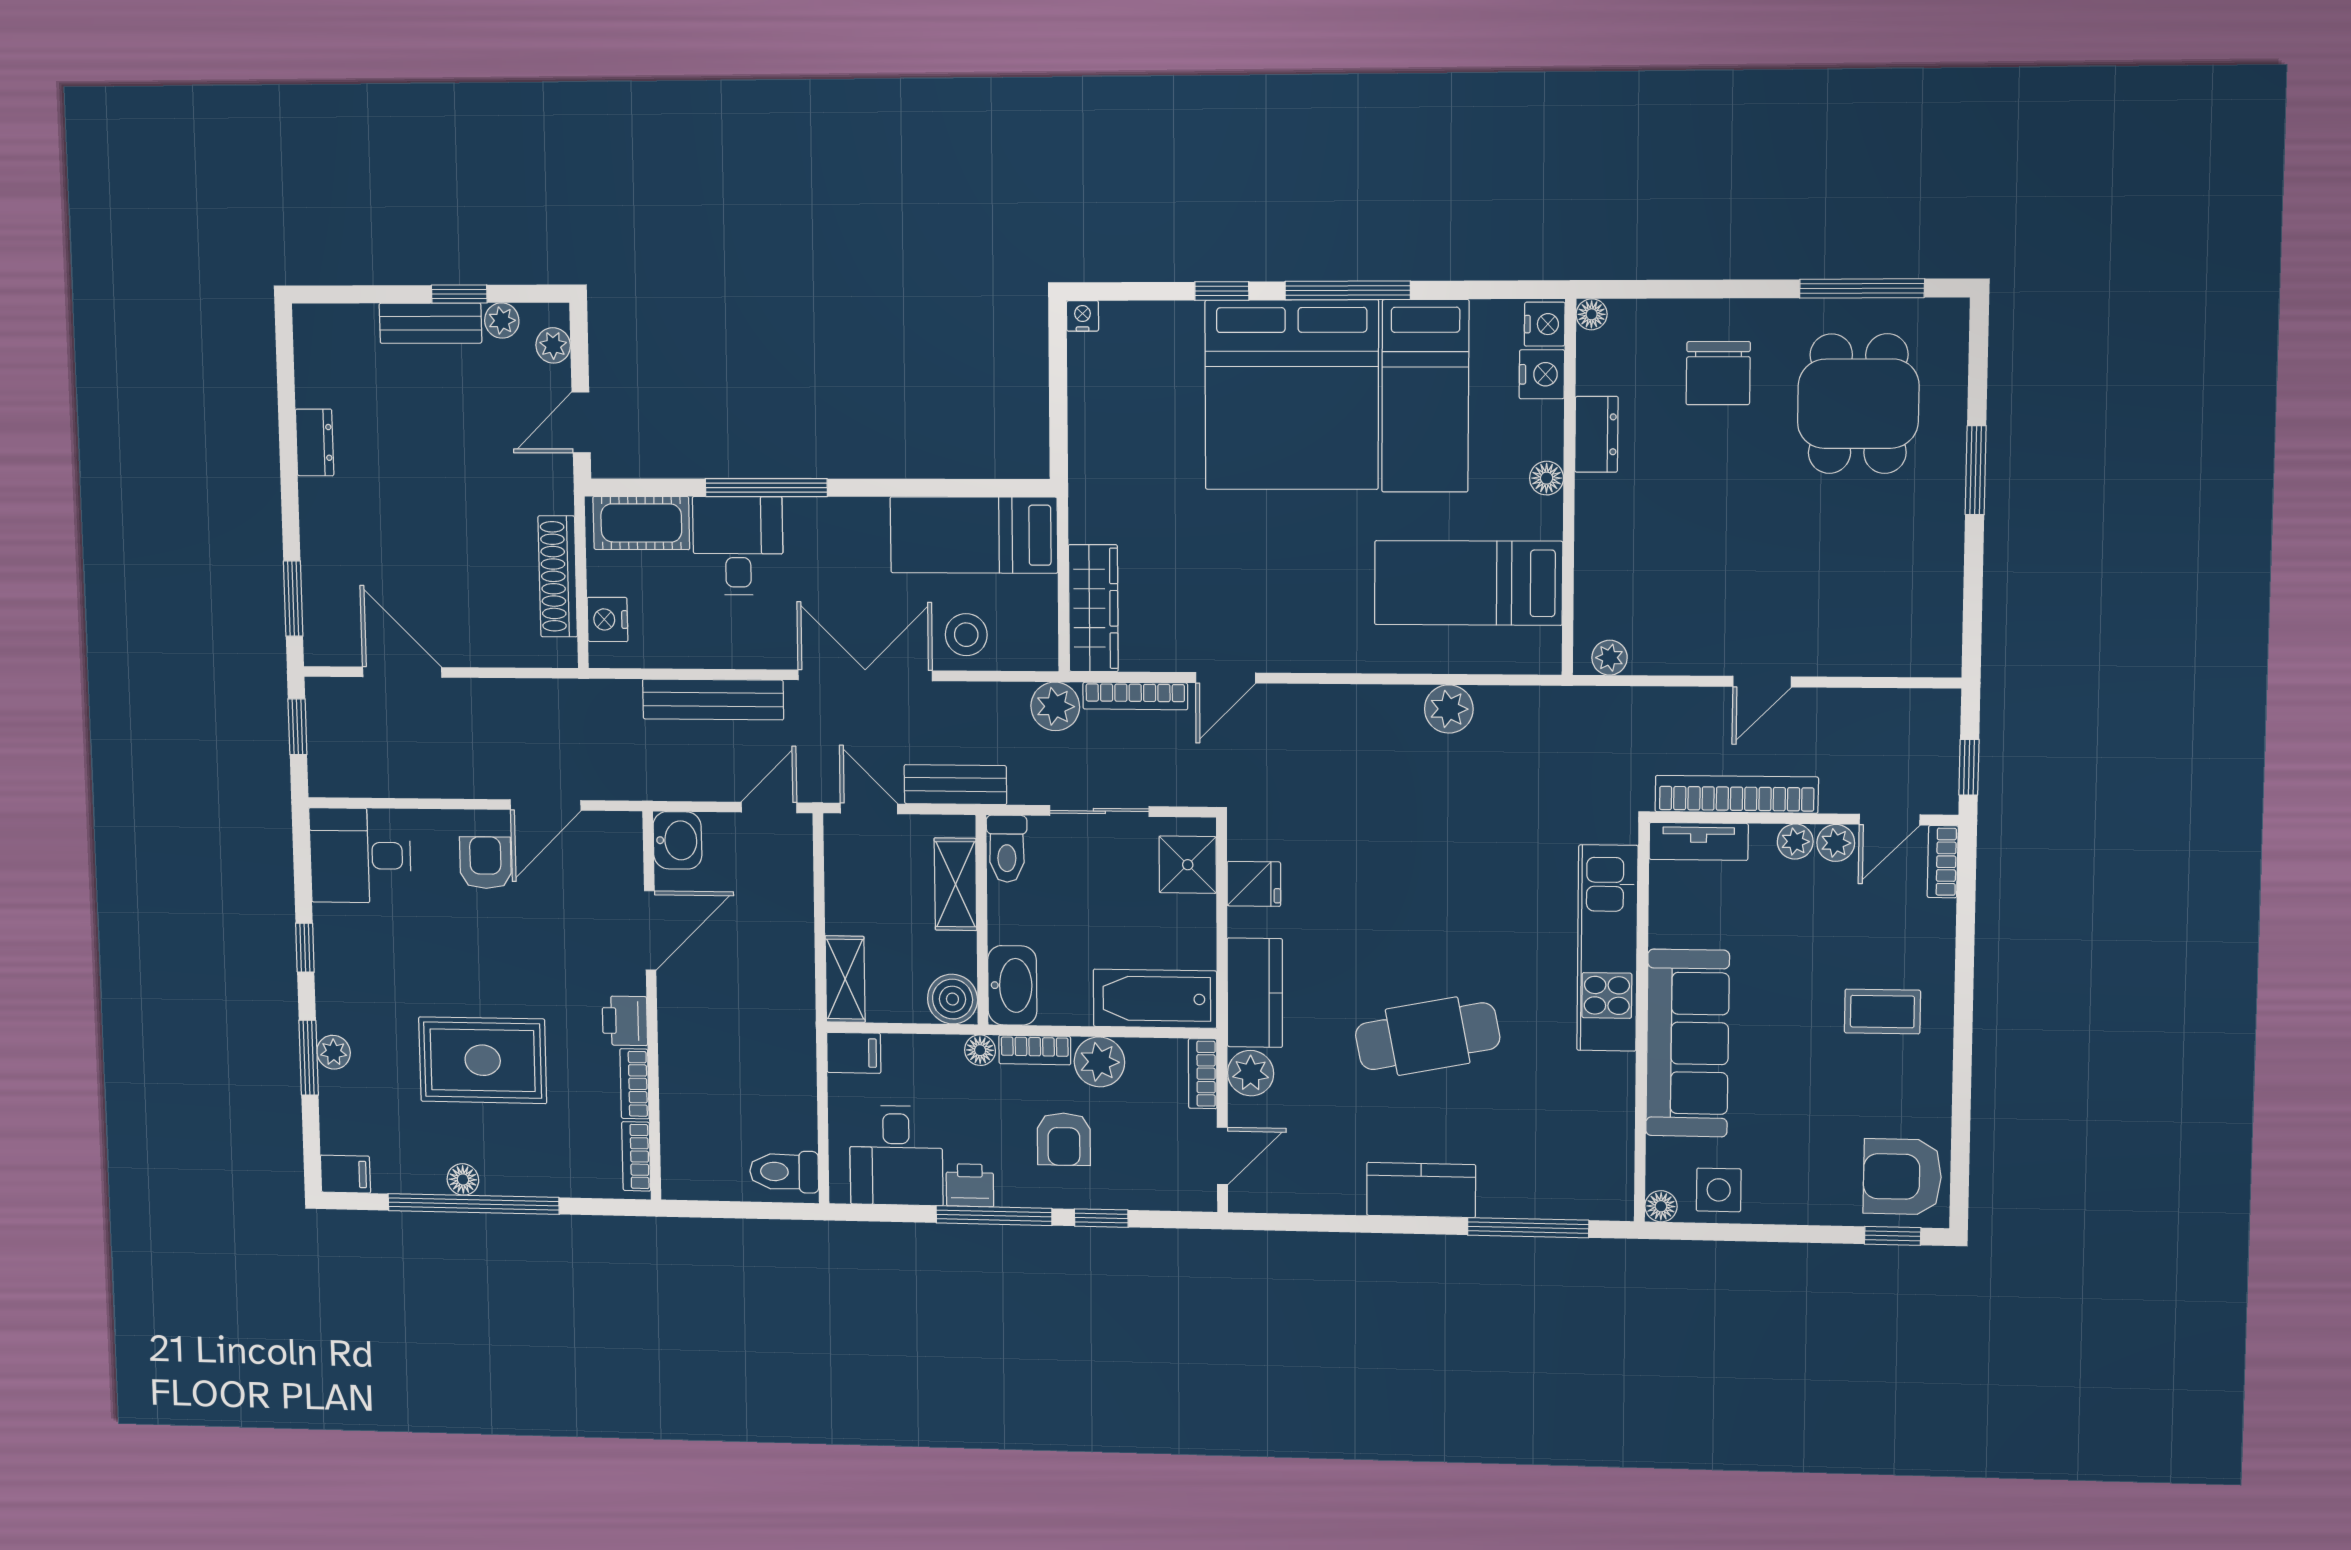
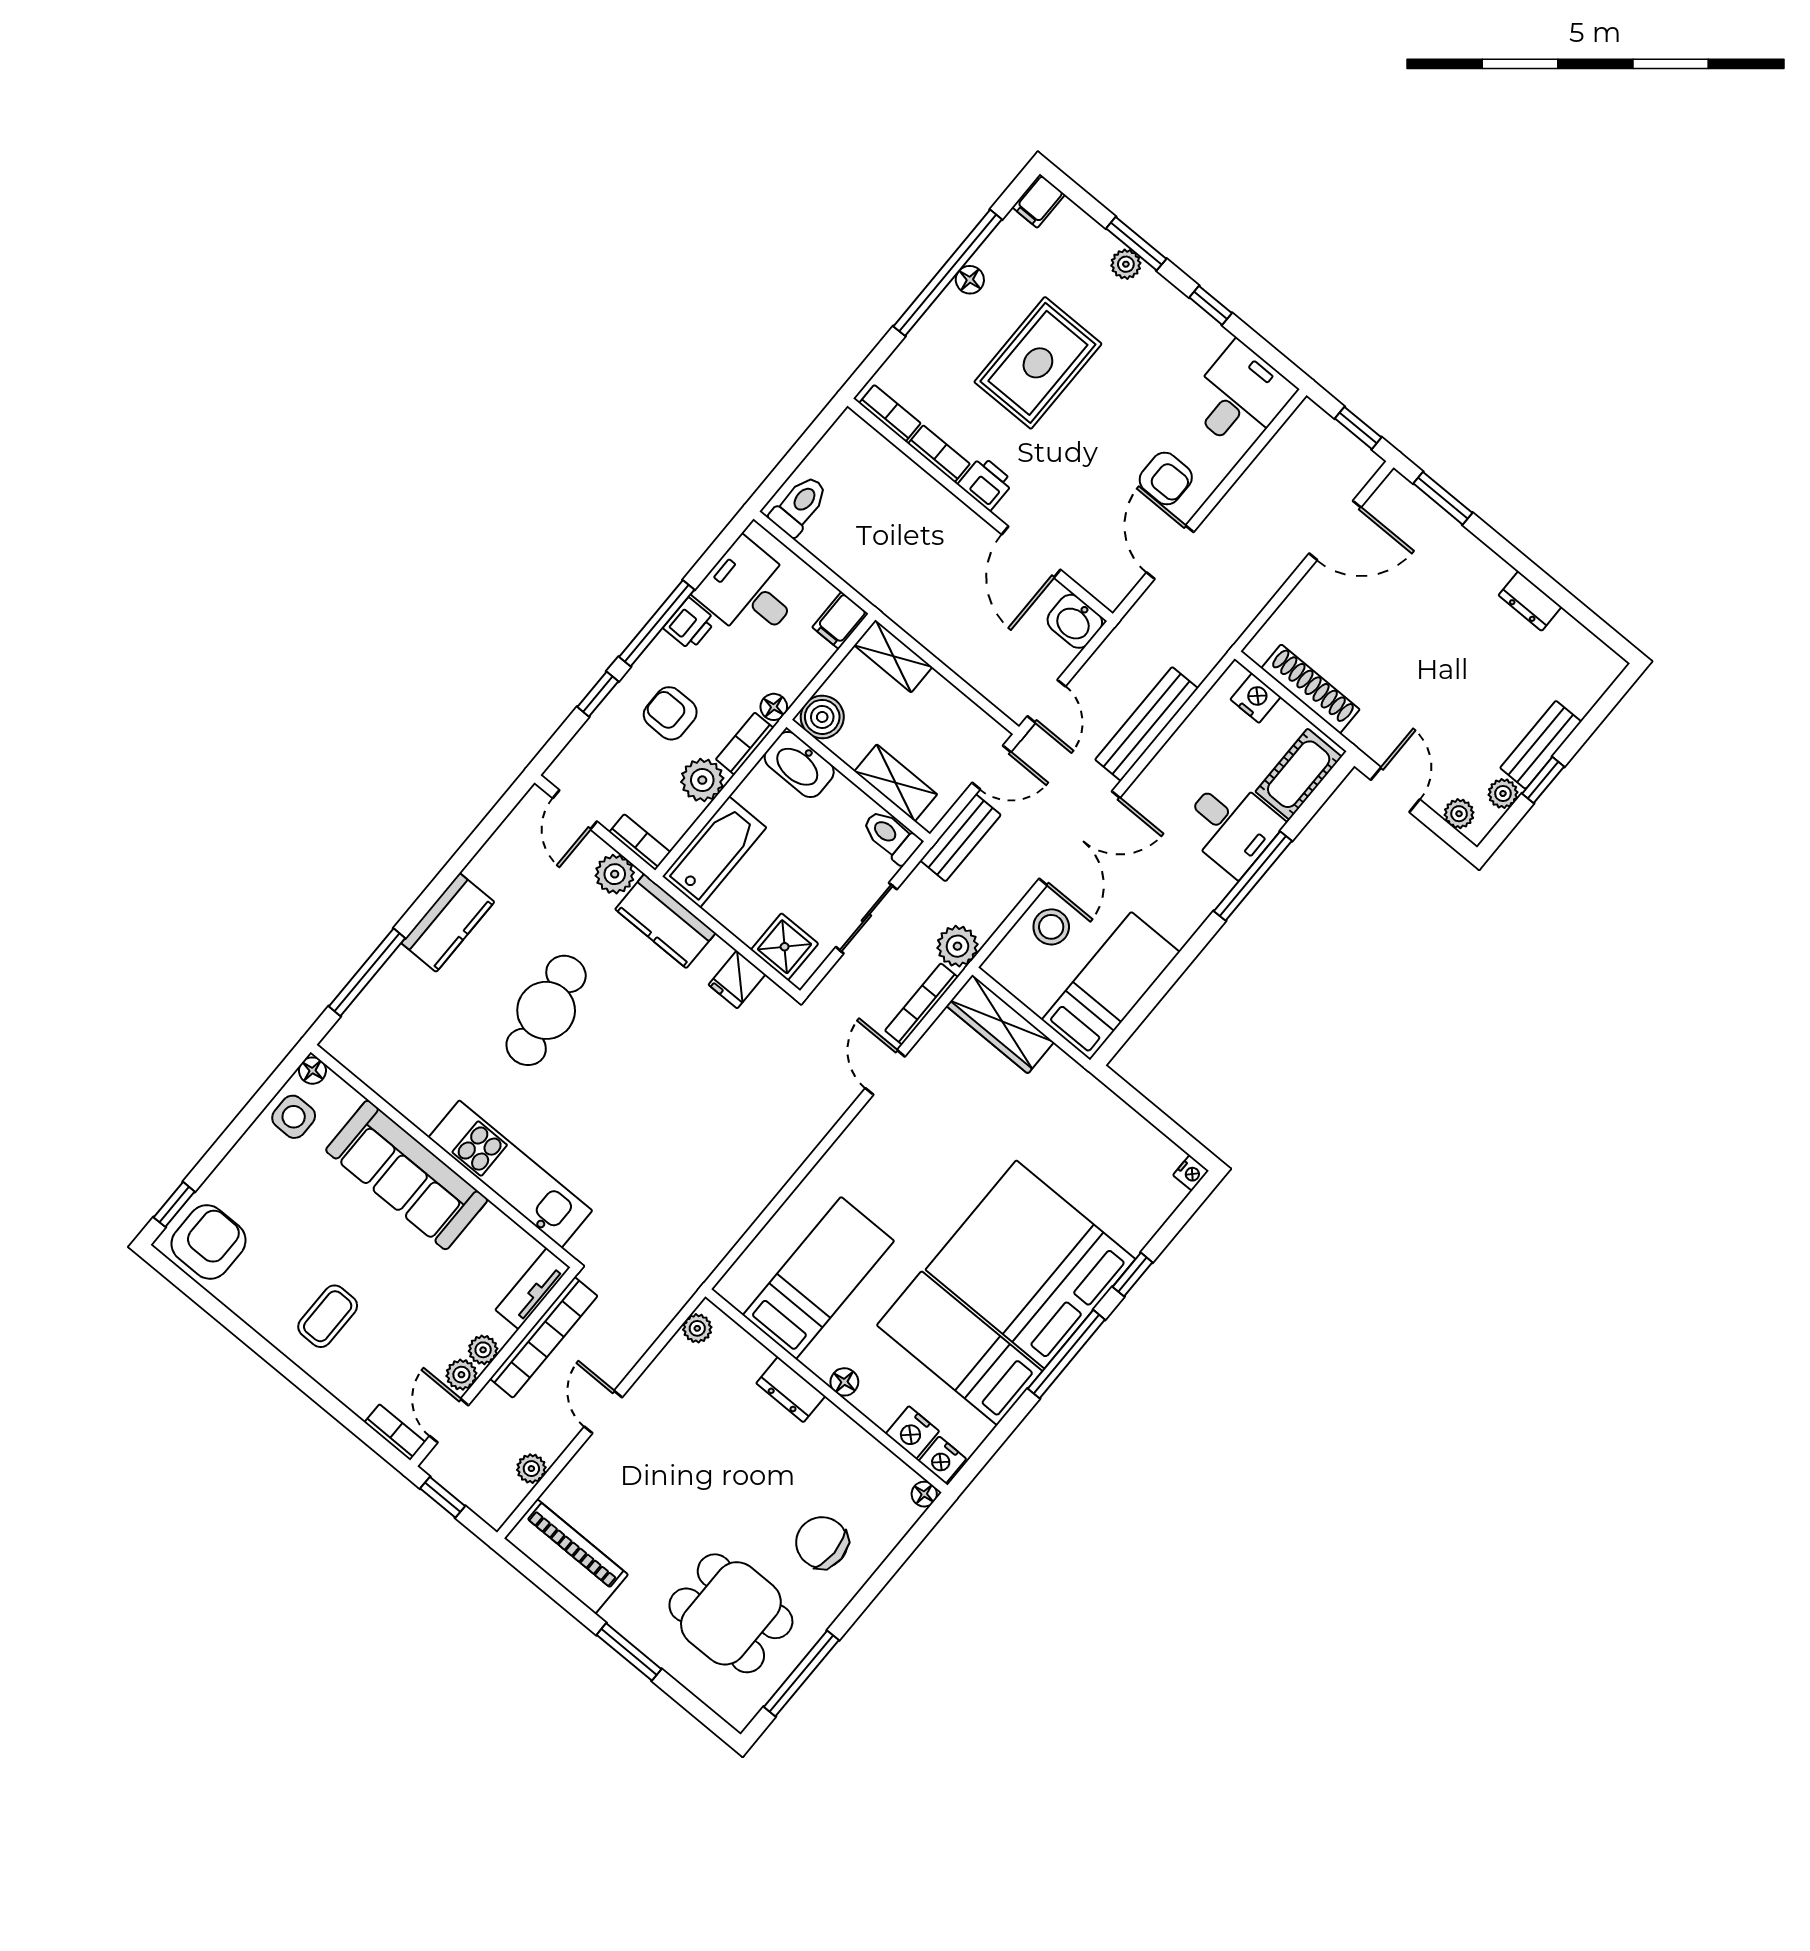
dresser: (1596, 434) -> (791, 1390), moved
piano: (1931, 605) -> (566, 1556), added
plant: (1449, 709) -> (531, 1469), moved, width x0.73, depth x0.73

